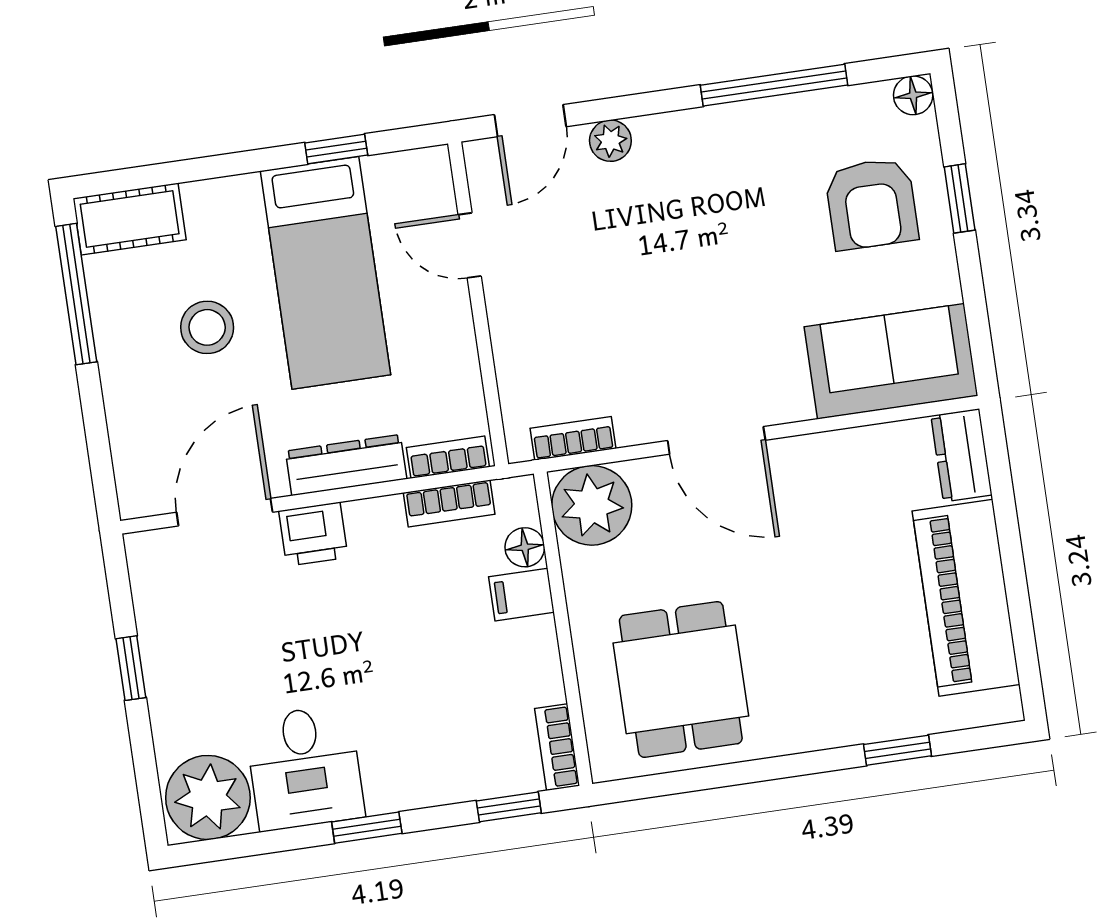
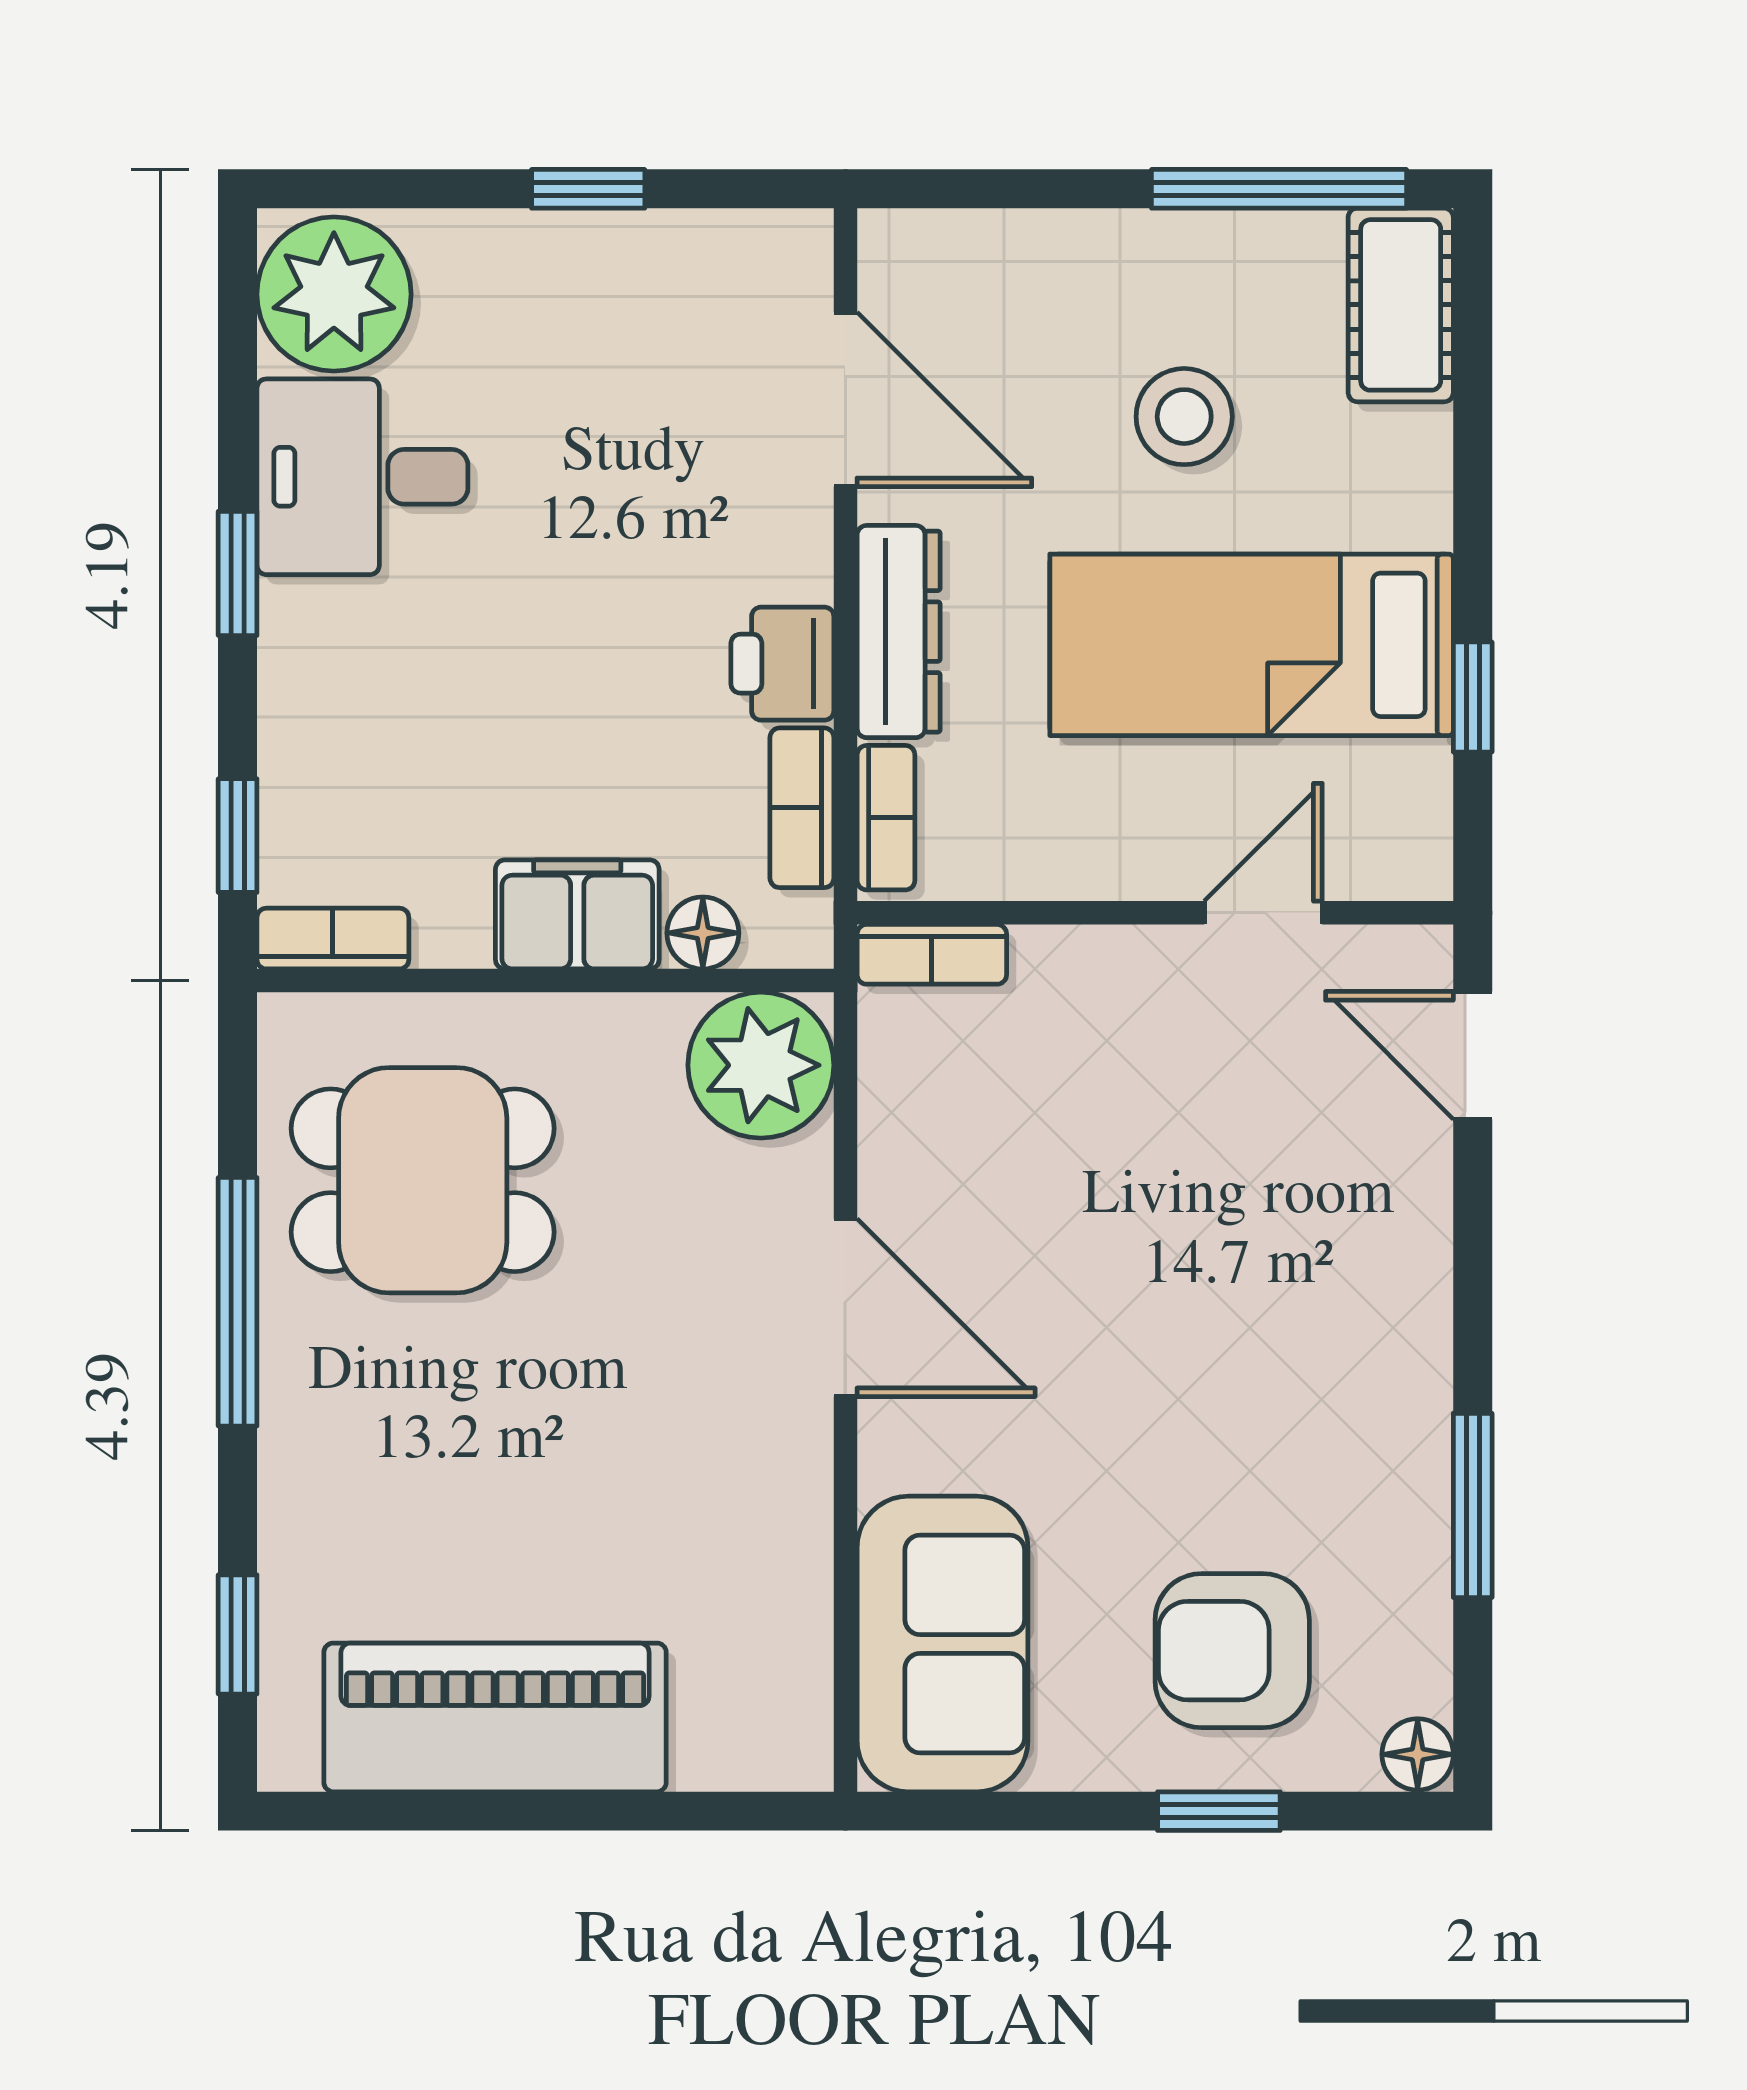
window: (774, 85) -> (1473, 1505), width x0.69
plant: (610, 141) -> (1415, 1195), removed
bookcase: (573, 438) -> (932, 954), moved, turned 90
door: (716, 440) -> (845, 1308), swing flipped
dresser: (961, 455) -> (754, 1747), removed
printer: (313, 534) -> (782, 664), moved
filing cabinet: (521, 595) -> (577, 914), width x2.00
window: (897, 750) -> (238, 1634), moved
window: (761, 770) -> (238, 1302), added

